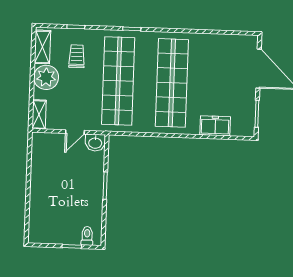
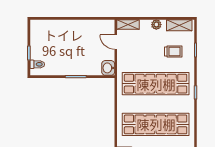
plant: (46, 77) -> (156, 25), width x0.53, depth x0.53
door: (75, 132) -> (116, 42), moved

